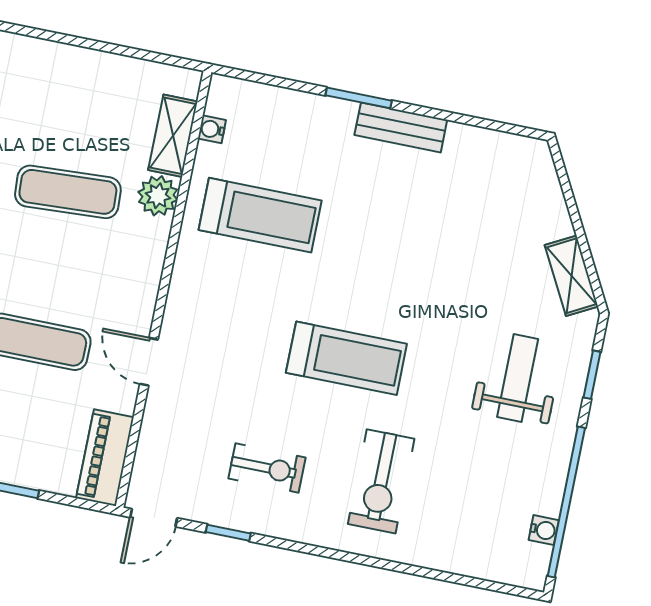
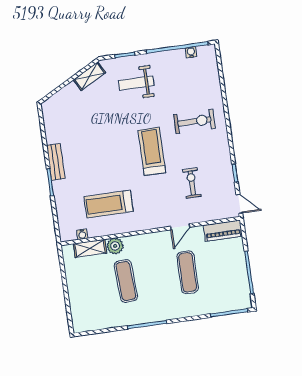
treadmill: (260, 215) -> (109, 204), turned -90
exercise bike: (267, 468) -> (192, 183), moved

